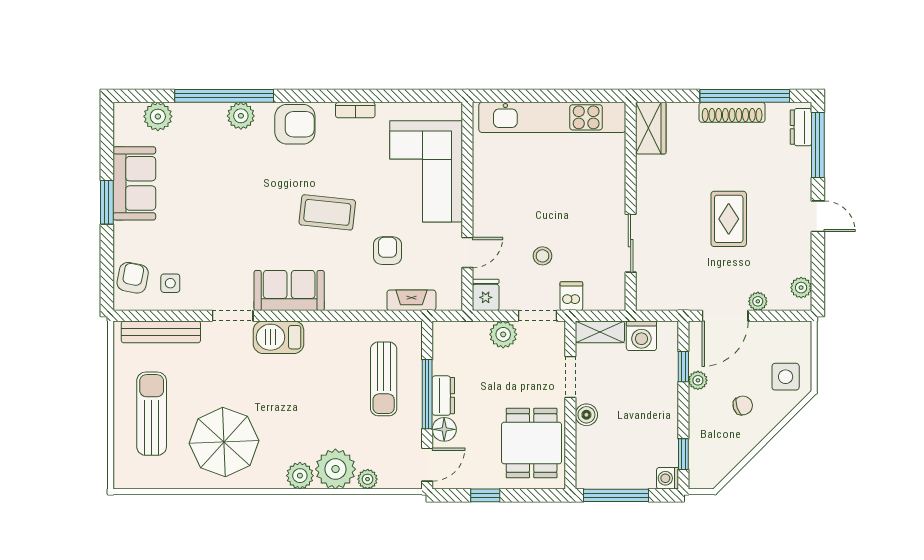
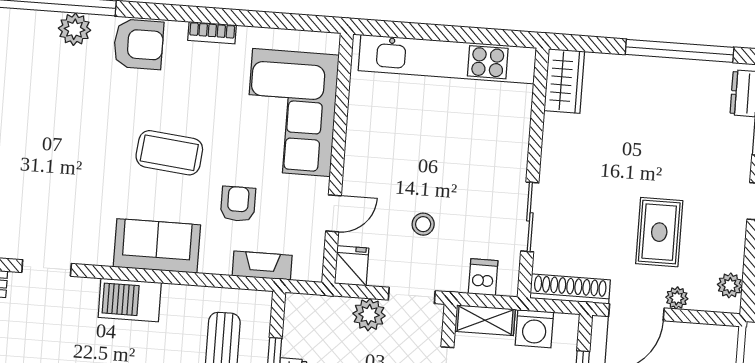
shoe rack: (732, 112) -> (570, 289), moved, turned 180
rug: (729, 219) -> (659, 232), moved
sofa: (289, 291) -> (157, 246), moved
dishwasher: (571, 296) -> (483, 277), moved
barbecue: (279, 337) -> (130, 300), moved

